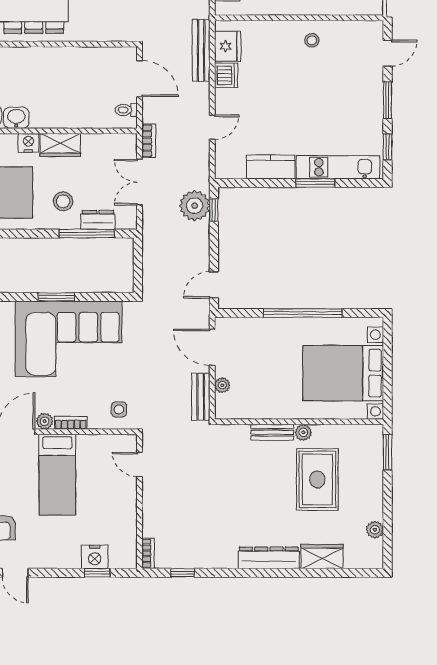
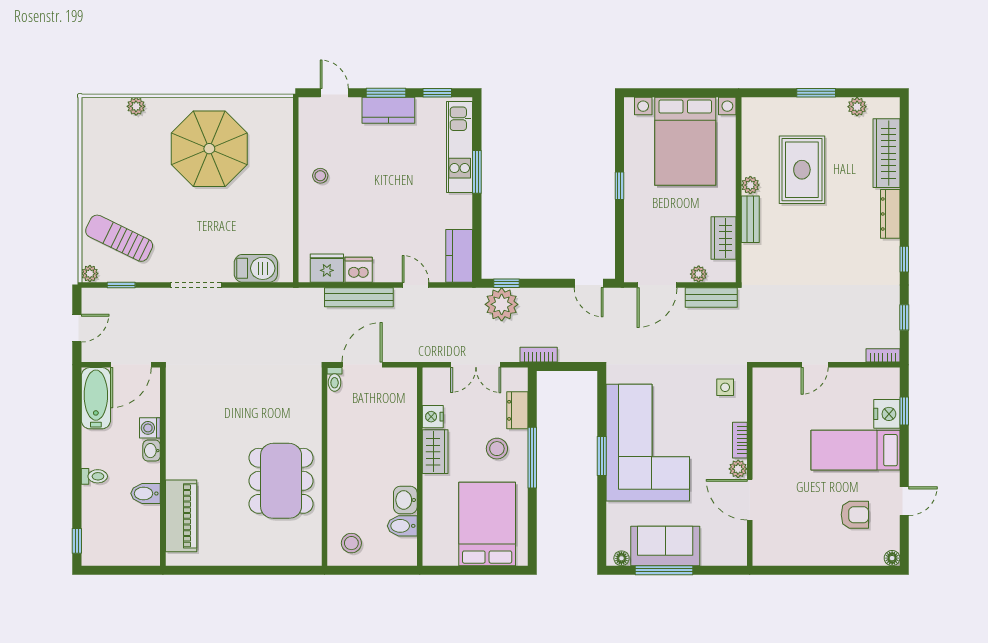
bench: (201, 50) -> (359, 297), moved
kitchen counter: (372, 102) -> (388, 110), added
toilet: (126, 110) -> (335, 379), moved
bookcase: (149, 141) -> (539, 355), moved
nightstand: (28, 143) -> (433, 417), moved
kitchen counter: (271, 167) -> (459, 256), moved
window: (87, 234) -> (532, 458), moved
window: (303, 313) -> (619, 186), width x0.32
wardrobe: (255, 408) -> (724, 238), added
window: (387, 452) -> (816, 93), moved
door: (140, 464) -> (815, 365), moved
bed: (57, 475) -> (855, 450), moved, turned 180
rug: (317, 479) -> (802, 170), turned 90
wardrobe: (322, 557) -> (886, 153), width x1.50
dresser: (269, 558) -> (890, 214), width x0.73, depth x0.80
window: (236, 573) -> (904, 259), added

